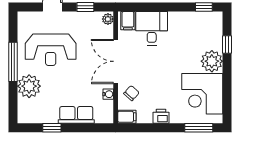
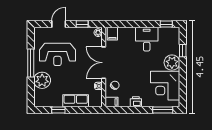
desk: (152, 28) -> (147, 39), moved

